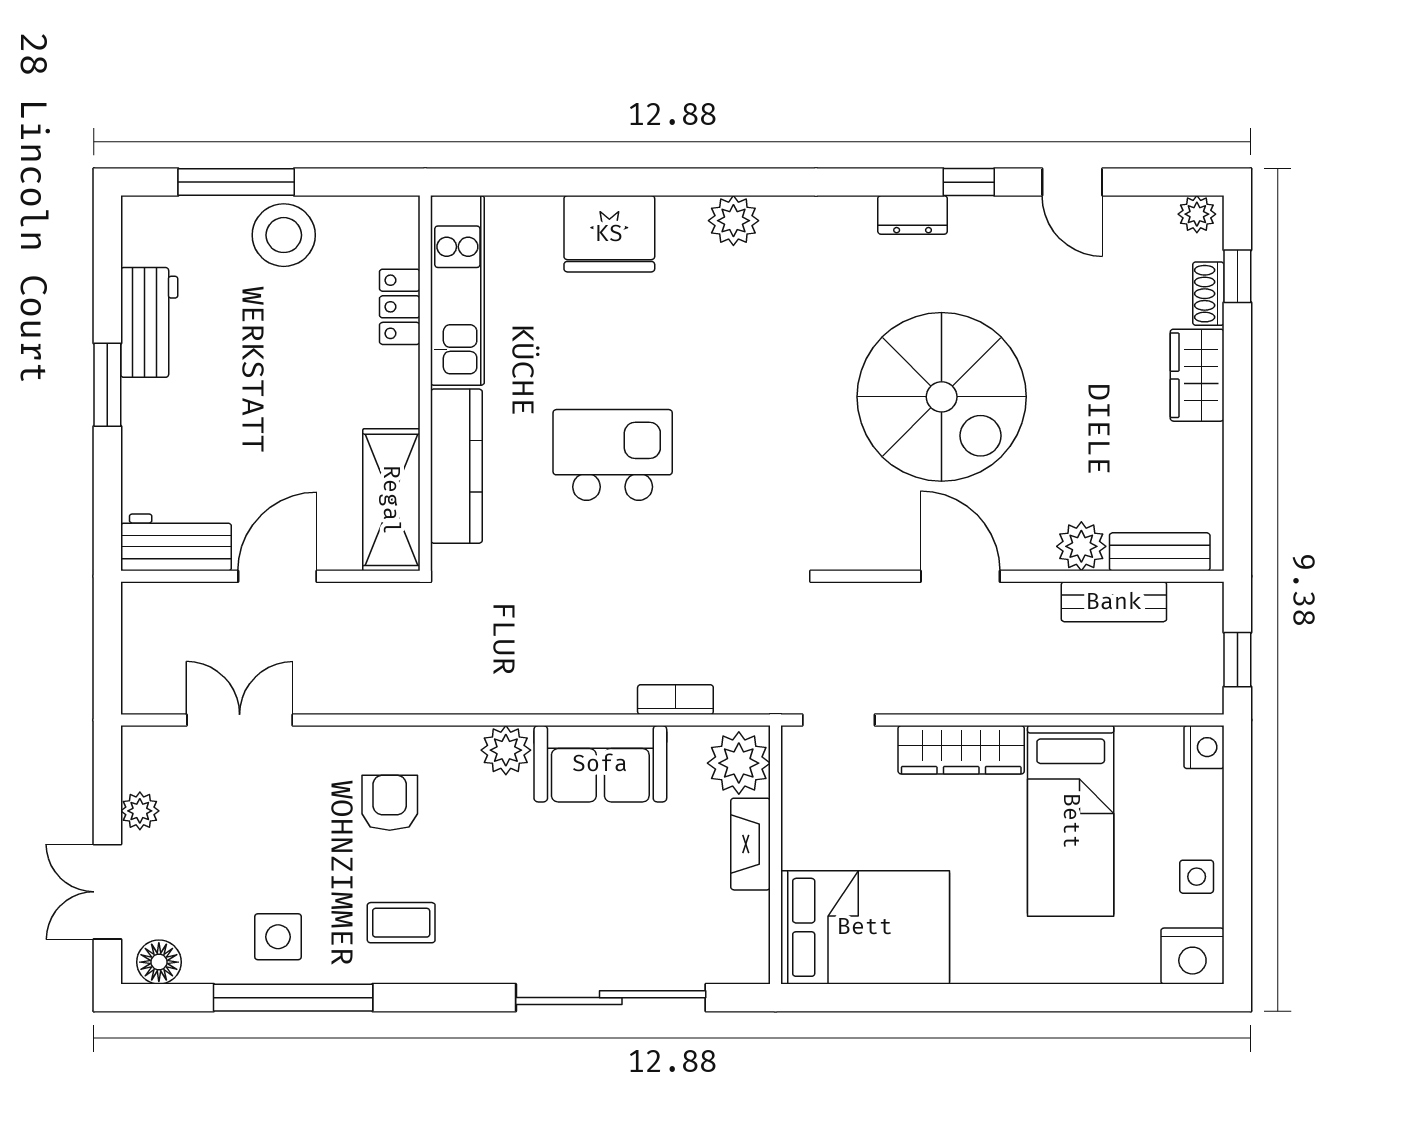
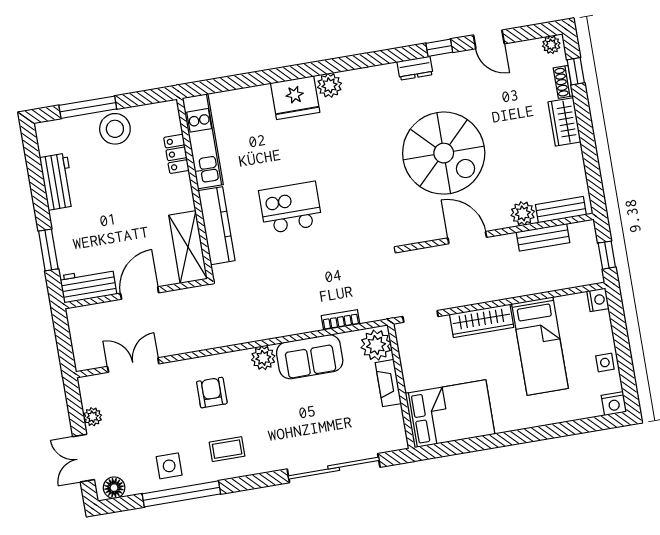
fridge: (609, 234) -> (295, 98), moved
window: (107, 385) -> (48, 250), moved
nightstand: (1192, 956) -> (614, 404), width x0.74, depth x0.75

